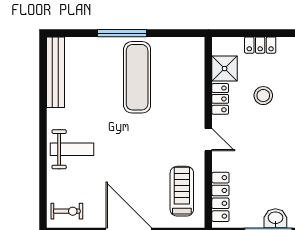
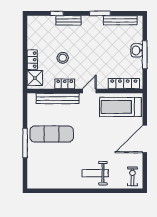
shower: (225, 69) -> (35, 78), moved
bench: (55, 72) -> (58, 99), moved
weight bench: (72, 149) -> (95, 173), turned -90
treadmill: (182, 191) -> (120, 107), width x1.37, depth x1.38

